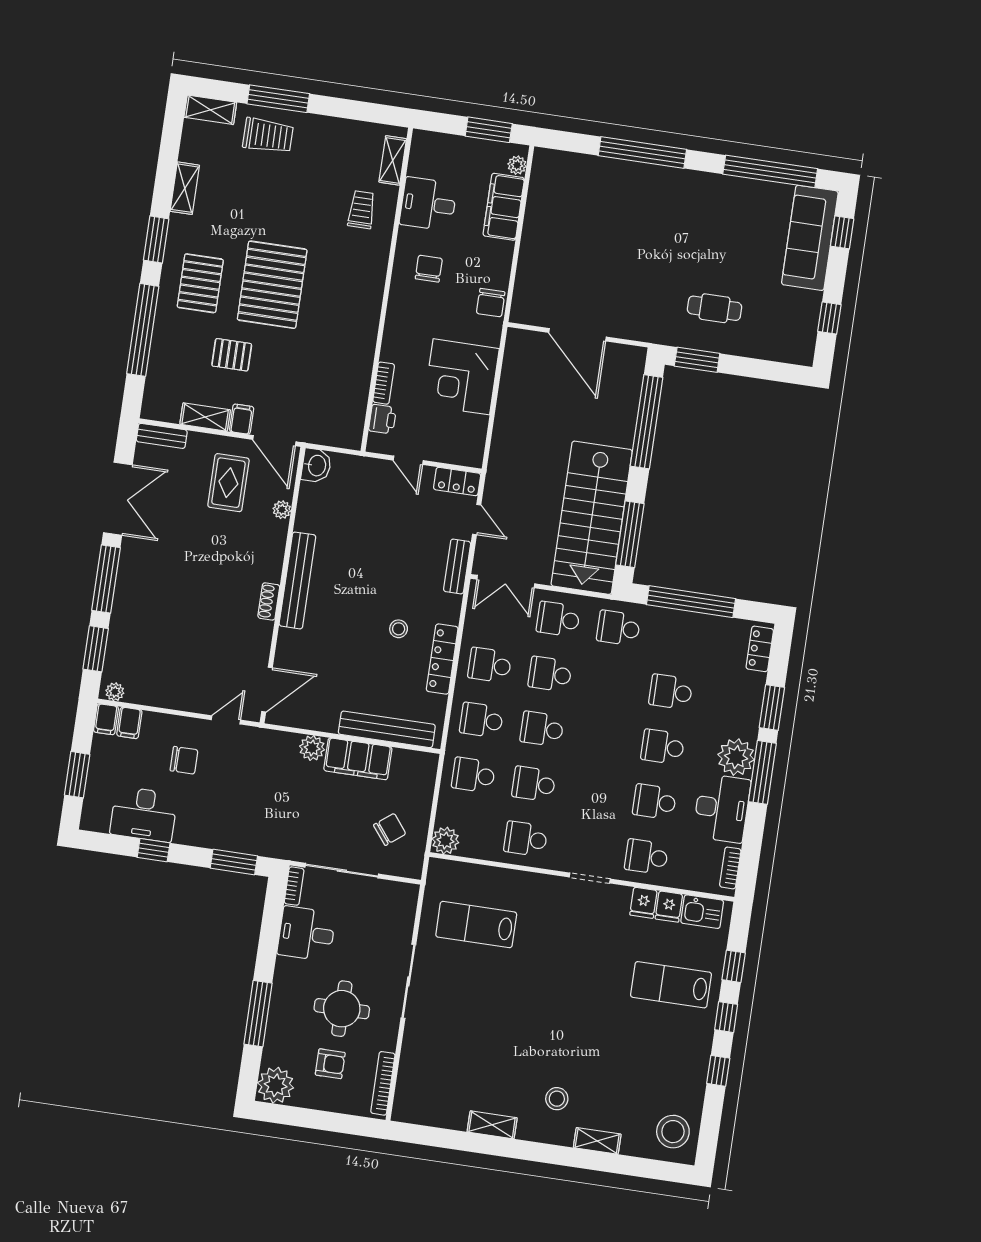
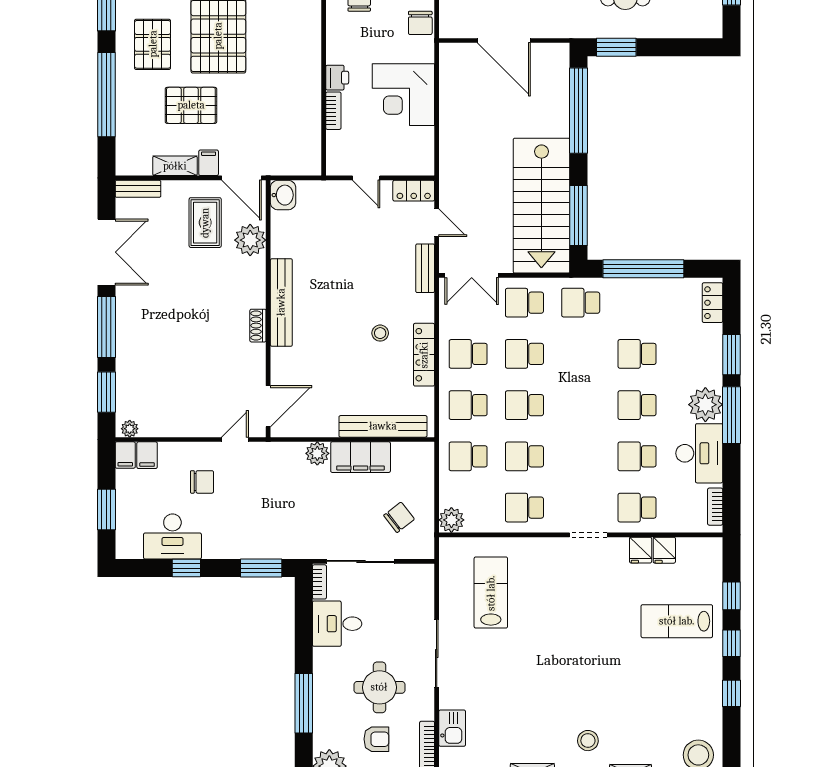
pallet: (232, 355) -> (191, 105), width x1.50, depth x1.42
printer: (382, 419) -> (337, 78), moved
plant: (282, 510) -> (250, 240), width x1.88, depth x1.88
kitchen sink: (702, 912) -> (452, 728), moved, turned -90
lab bench: (476, 925) -> (491, 593), turned 90

